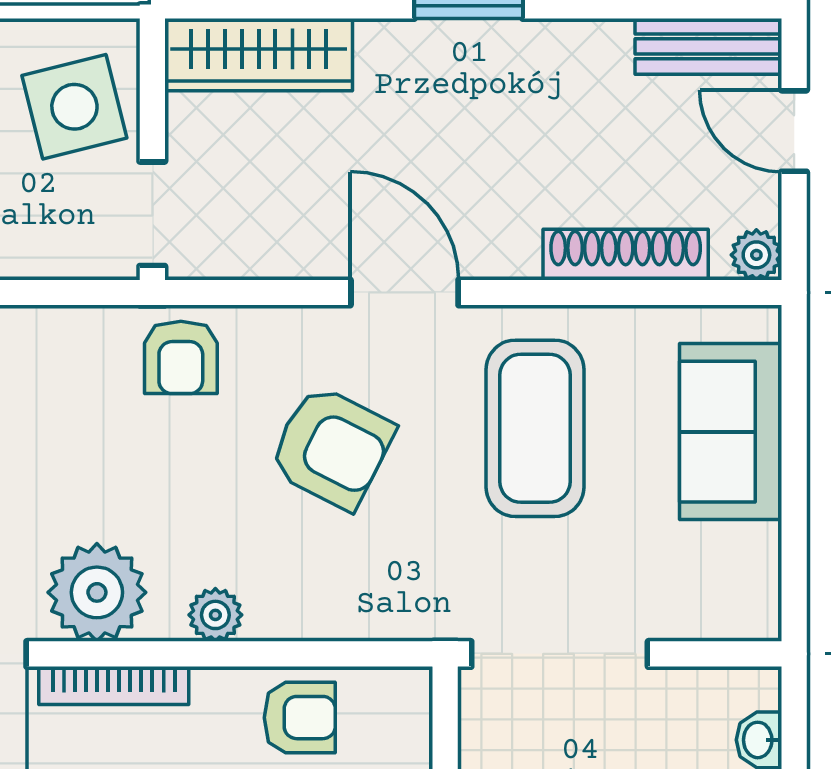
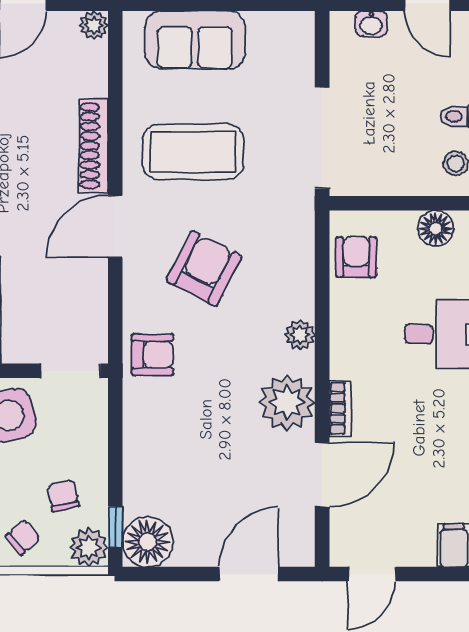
shoe rack: (626, 255) -> (94, 146), moved
bookcase: (114, 686) -> (340, 408), width x0.64
armchair: (300, 718) -> (356, 257), moved

